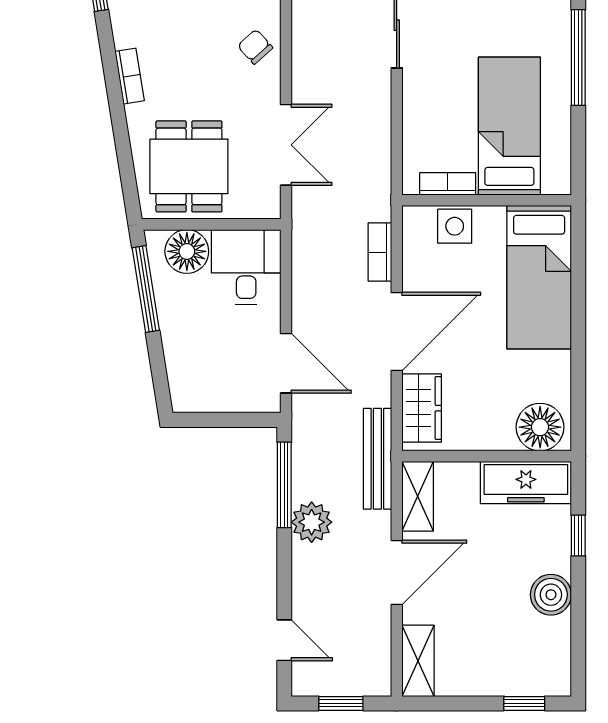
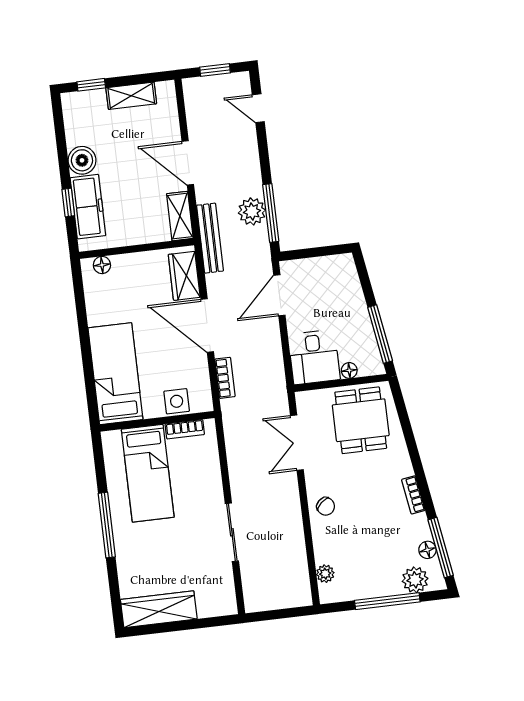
bookcase: (130, 76) -> (413, 495), moved
floor lamp: (187, 251) -> (349, 370), width x0.53, depth x0.53
door: (397, 332) -> (207, 326), hinge flipped
door: (286, 363) -> (279, 295), hinge flipped
floor lamp: (540, 427) -> (102, 265), width x0.53, depth x0.53
freezer: (526, 482) -> (88, 207), moved, turned 90
plant: (312, 522) -> (252, 211), moved
door: (397, 572) -> (188, 163), hinge flipped
shelving: (418, 661) -> (131, 96), moved, turned 90

